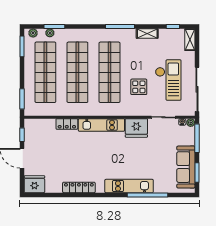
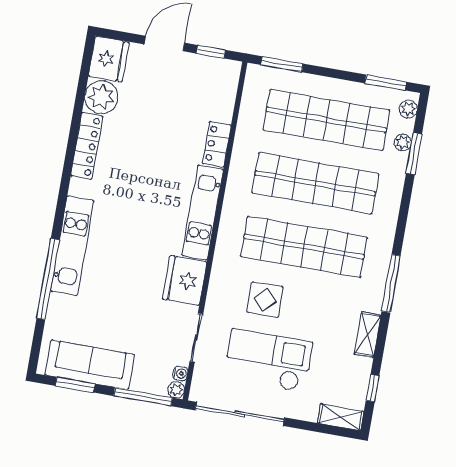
checkout: (168, 80) -> (268, 360), turned 180
plant: (54, 185) -> (101, 97), added

